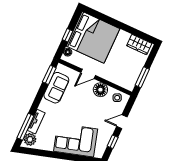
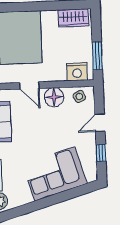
door: (88, 74) -> (29, 85), hinge flipped
nightstand: (124, 81) -> (77, 72), added

